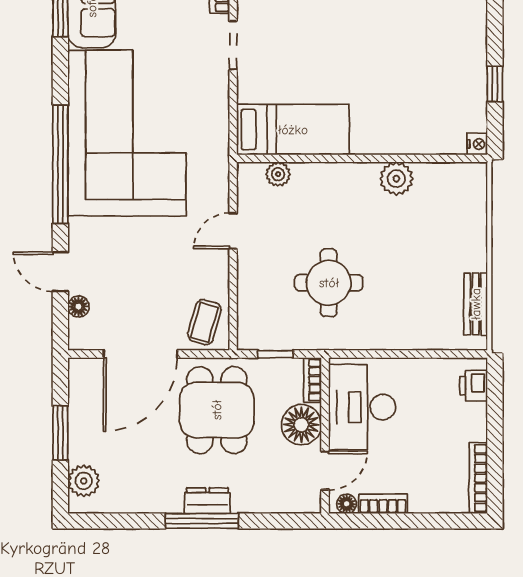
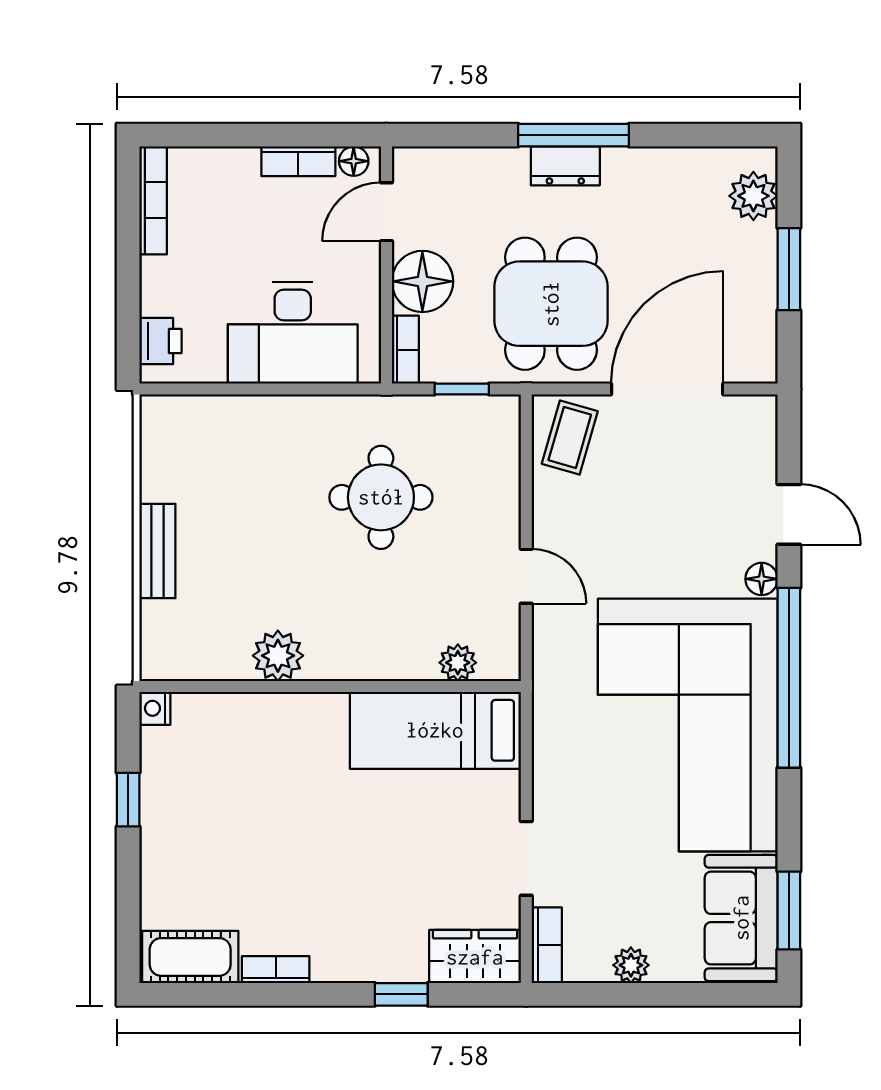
door: (233, 231) -> (526, 576), hinge flipped
bench: (476, 304) -> (157, 551), moved
floor lamp: (78, 307) -> (762, 579), moved
desk: (362, 407) -> (293, 333), moved, turned 90

